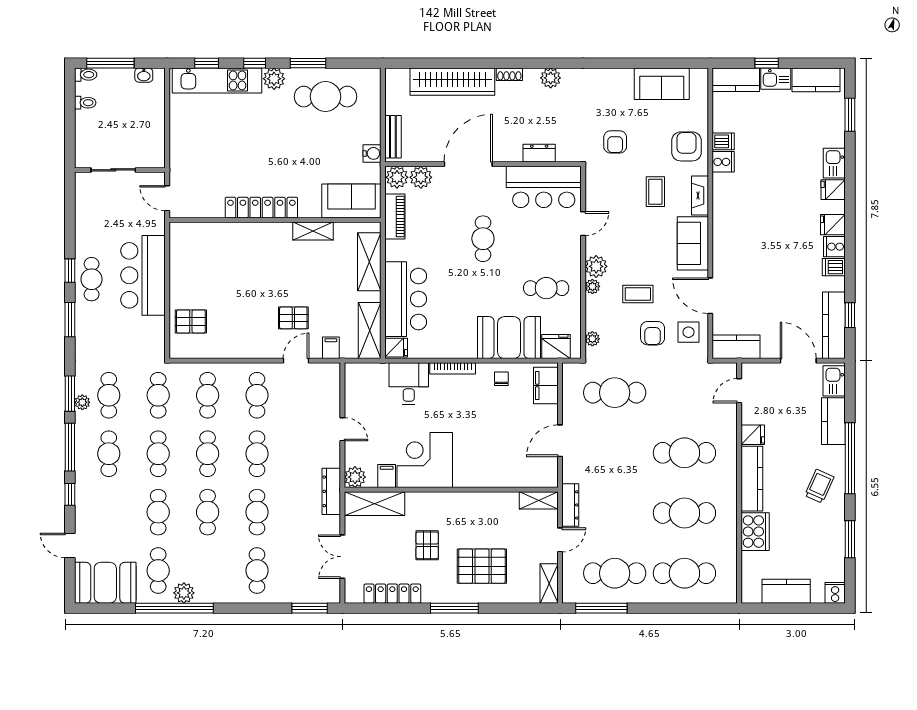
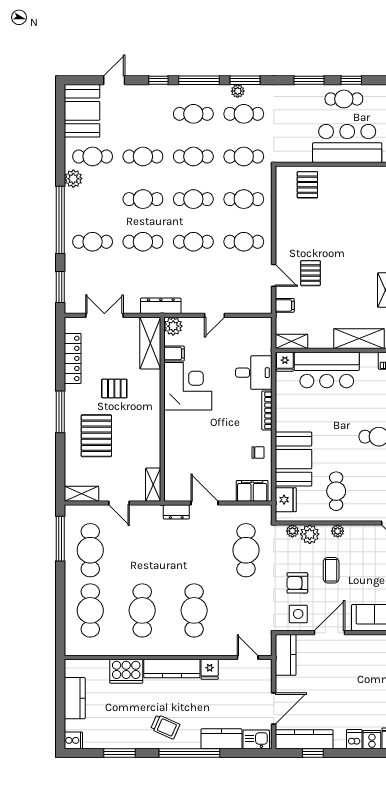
plant: (596, 266) -> (310, 534), moved
shelving: (370, 331) -> (291, 341), width x0.67, depth x0.75
dresser: (570, 505) -> (176, 512), moved, width x0.70
window: (174, 608) -> (60, 220), moved

